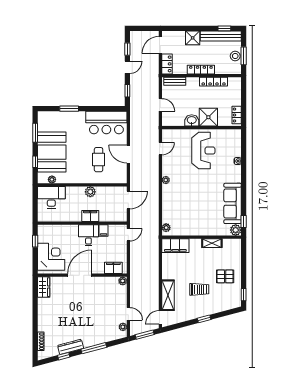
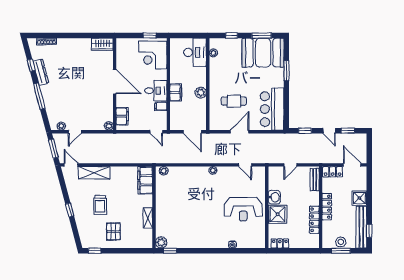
booth: (52, 152) -> (263, 53), moved
sofa: (233, 203) -> (189, 239), removed
corner desk: (51, 257) -> (153, 55), moved, turned 90

